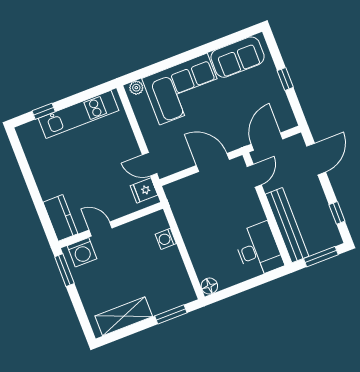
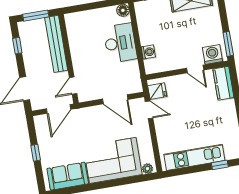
door: (213, 162) -> (115, 99), moved
desk: (258, 250) -> (120, 43), moved, turned 180

